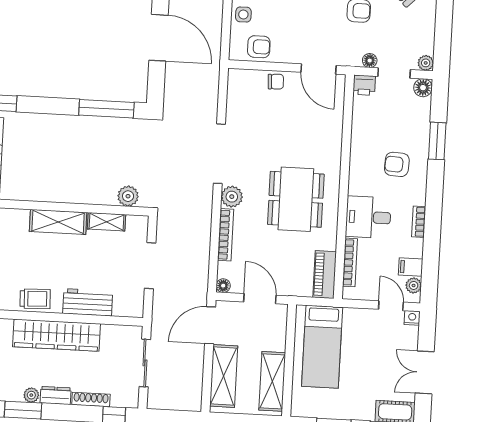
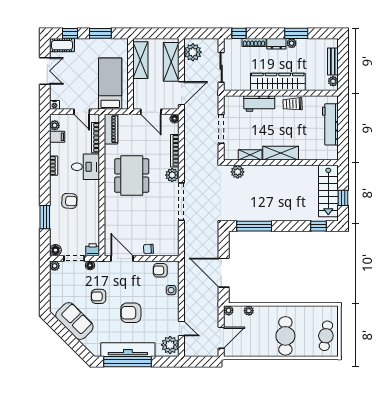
door: (391, 306) -> (82, 112), moved
plant: (189, 389) -> (193, 52), added

